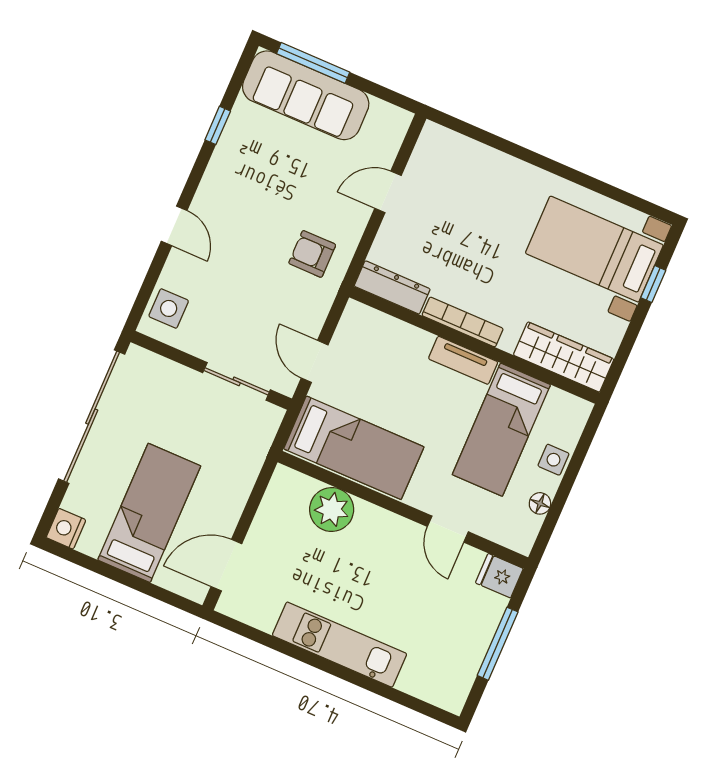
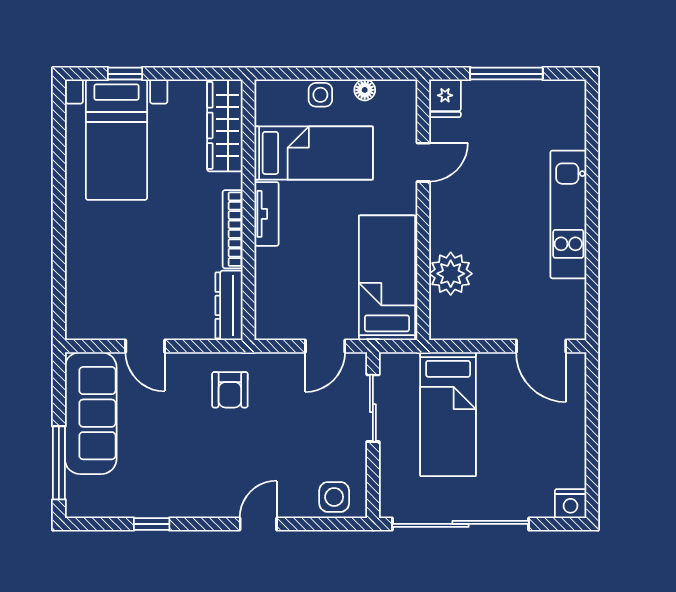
sofa: (306, 95) -> (91, 413), moved
bed: (149, 513) -> (448, 414), moved, turned -90

